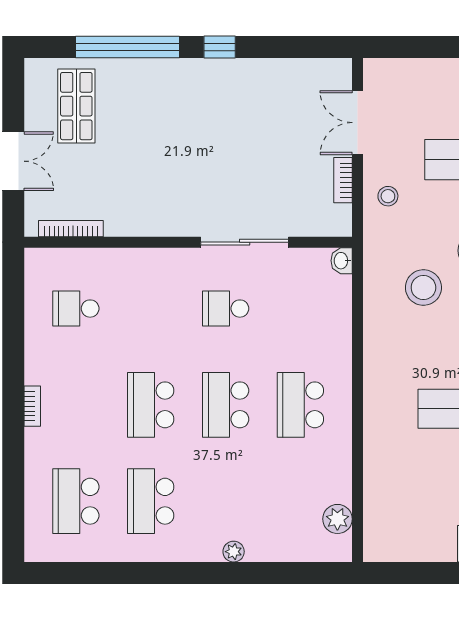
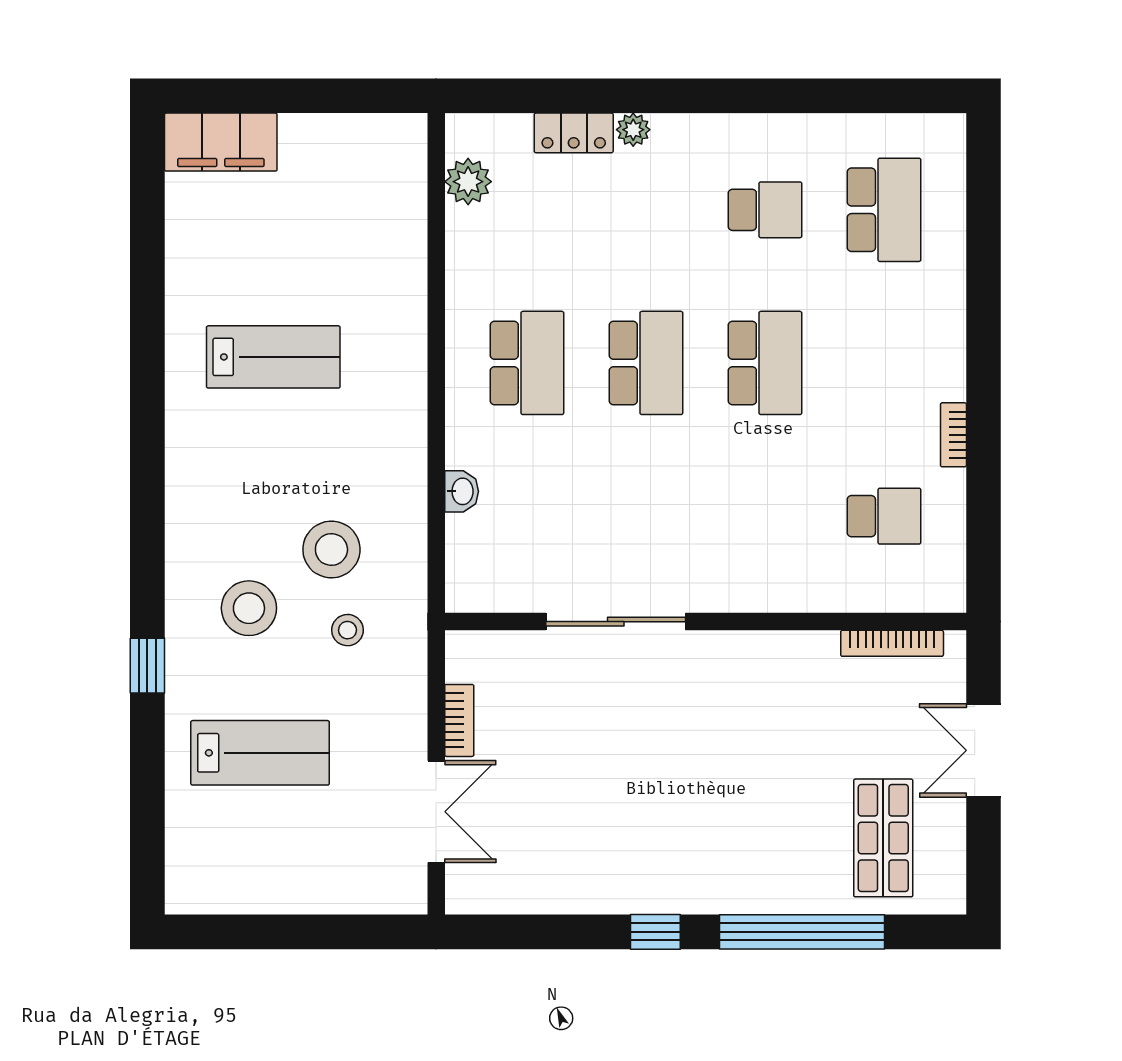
stool: (388, 196) -> (348, 630), moved
washbasin: (342, 261) -> (462, 491), moved
school desk: (226, 309) -> (646, 516), removed
bookcase: (32, 406) -> (953, 435), moved
school desk: (151, 501) -> (765, 210), width x0.54
locker: (271, 550) -> (574, 133), added

